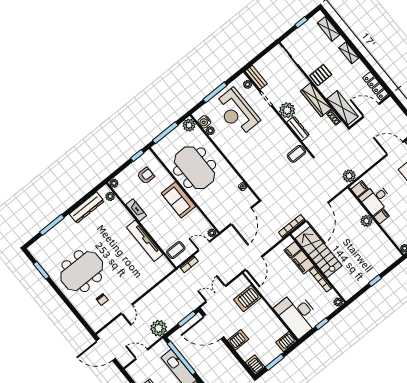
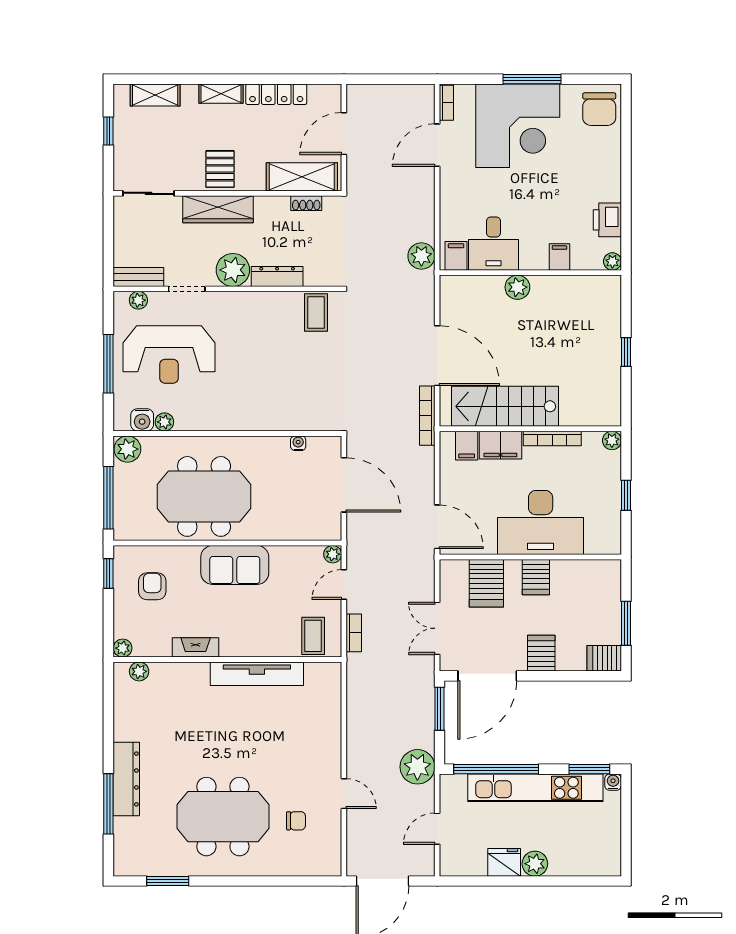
locker: (375, 86) -> (276, 94), moved
wardrobe: (316, 100) -> (218, 209), moved
dresser: (87, 208) -> (126, 779), moved
filing cabinet: (381, 216) -> (559, 257), moved
meeting table: (82, 271) -> (223, 817), turned 90
desk: (298, 314) -> (541, 523), moved
server rack: (286, 342) -> (536, 577), moved

